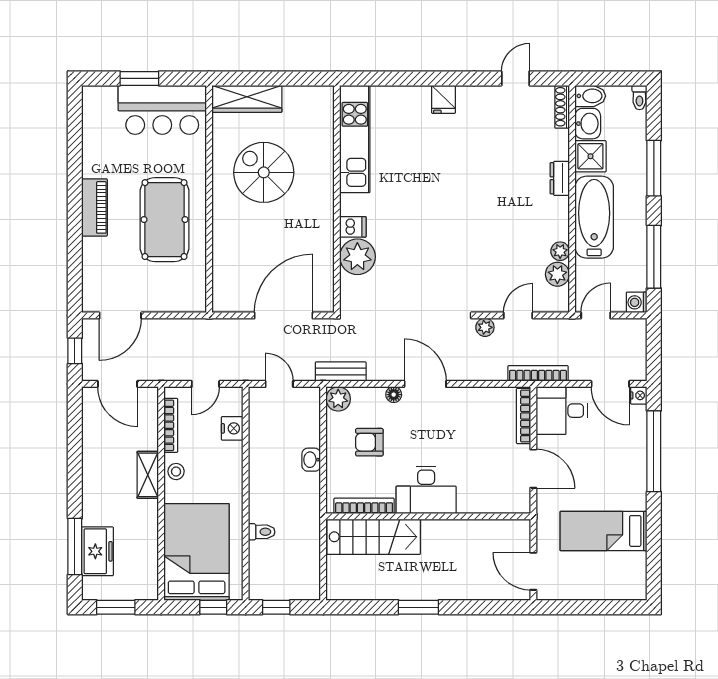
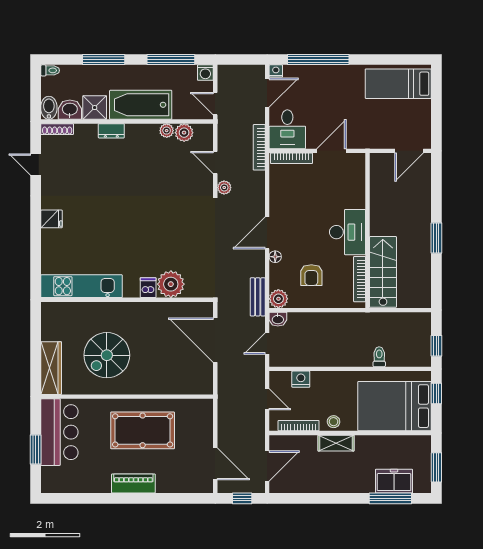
washbasin: (311, 460) -> (278, 319), moved
bed: (604, 531) -> (398, 84), moved, turned 90

